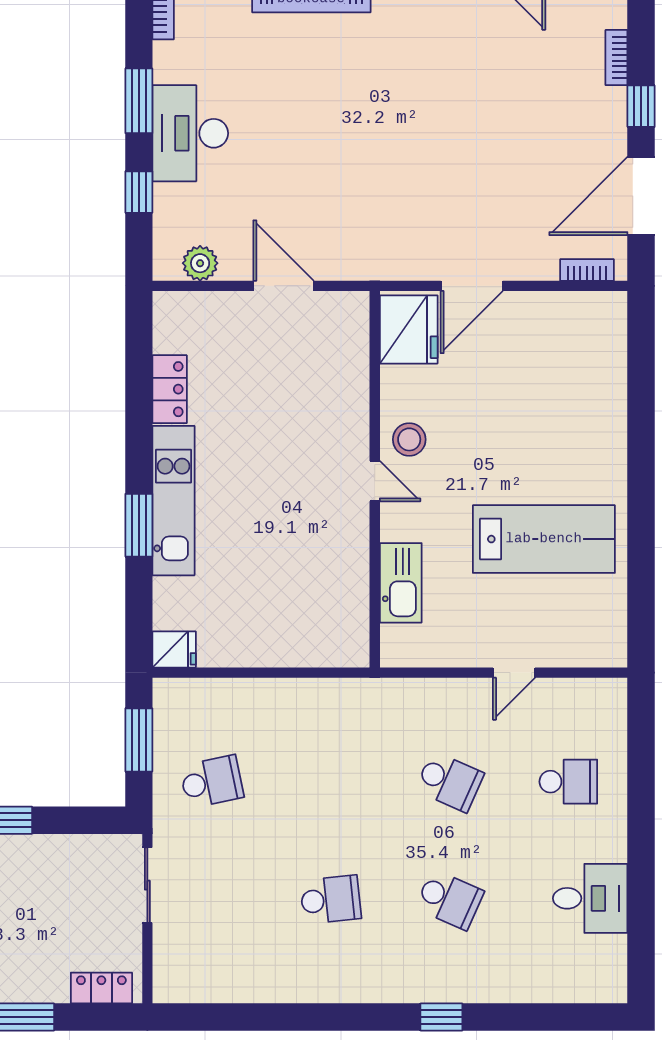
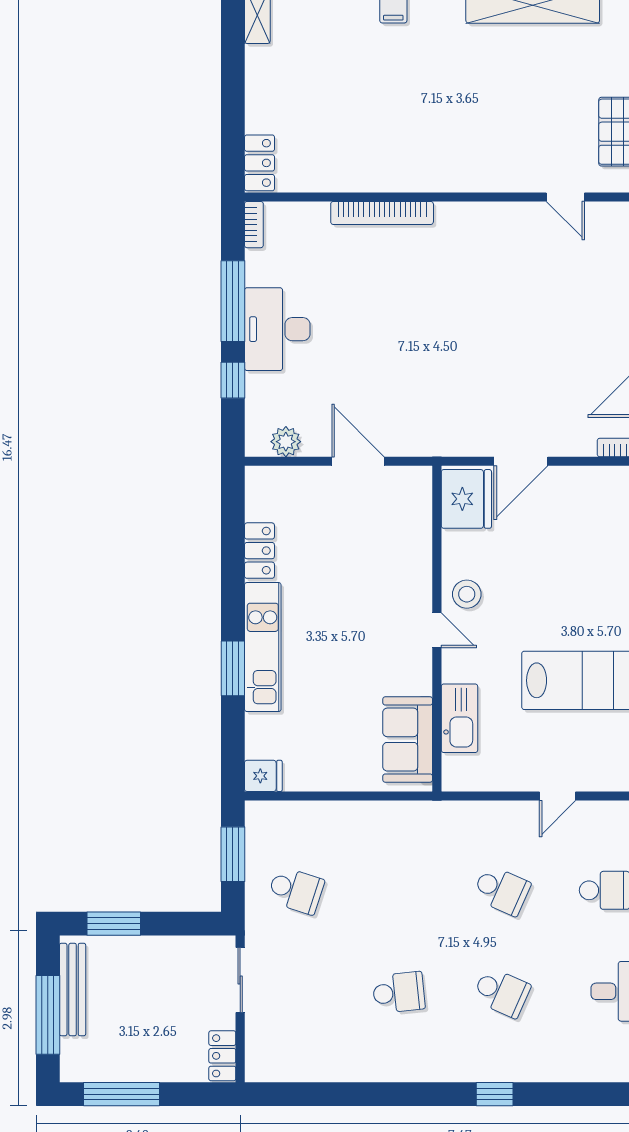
window: (139, 101) -> (233, 301), width x1.44
sofa: (341, 607) -> (408, 740), added
school desk: (212, 782) -> (296, 890), turned 30
locker: (101, 988) -> (222, 1056), moved, turned -90

